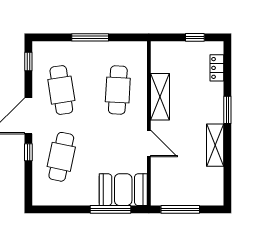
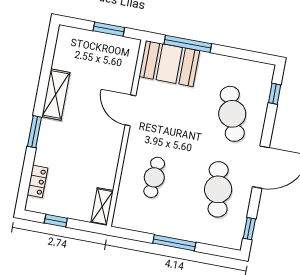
cafe table: (118, 90) -> (154, 177), width x0.73, depth x0.74
shelving: (160, 97) -> (102, 207), moved, width x0.67, depth x0.75
window: (28, 152) -> (275, 94), moved
cafe table: (61, 157) -> (232, 114), turned -30
window: (180, 209) -> (109, 29), width x0.69

